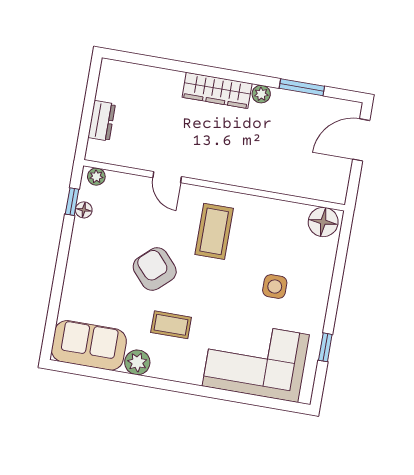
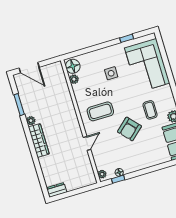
dresser: (102, 121) -> (57, 190), moved
plant: (298, 212) -> (74, 79), added

